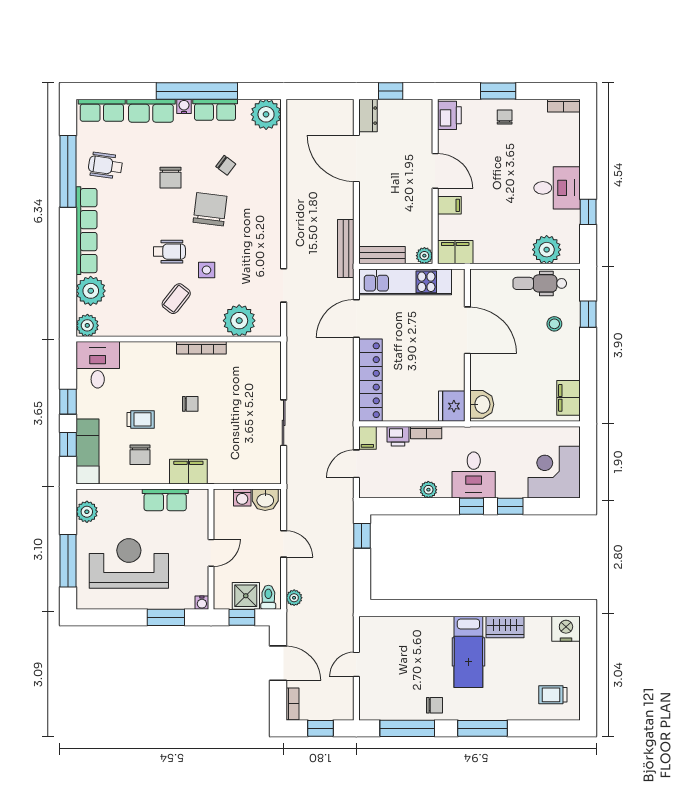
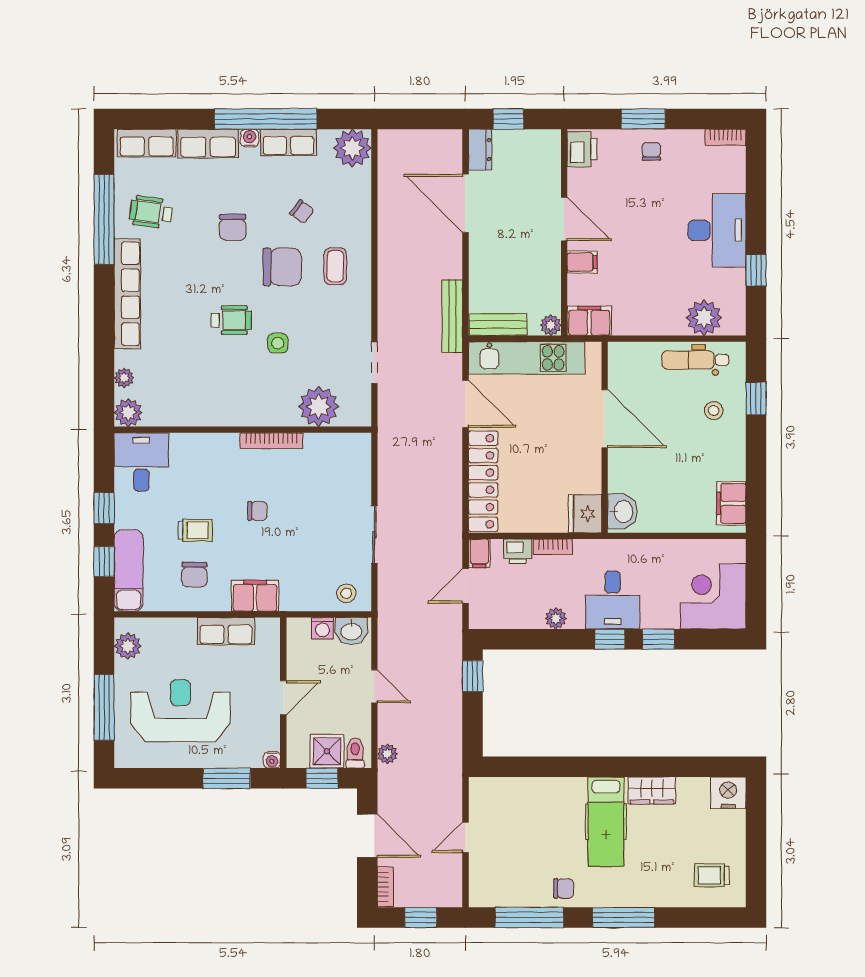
desk: (557, 188) -> (717, 230), width x1.37
chair: (210, 209) -> (282, 267), turned 83
plant: (91, 291) -> (124, 378), width x0.53, depth x0.53
coffee table: (176, 299) -> (335, 266), moved, turned -38
door: (356, 319) -> (465, 404), swing flipped
stool: (261, 470) -> (346, 593), added

